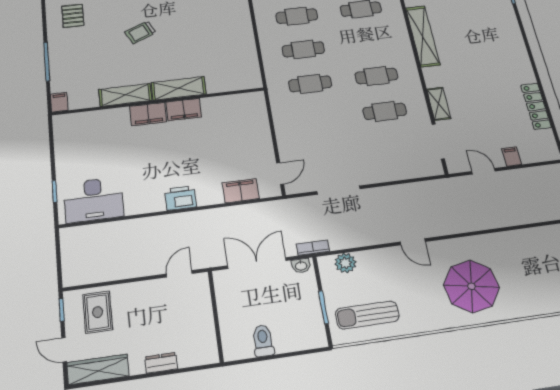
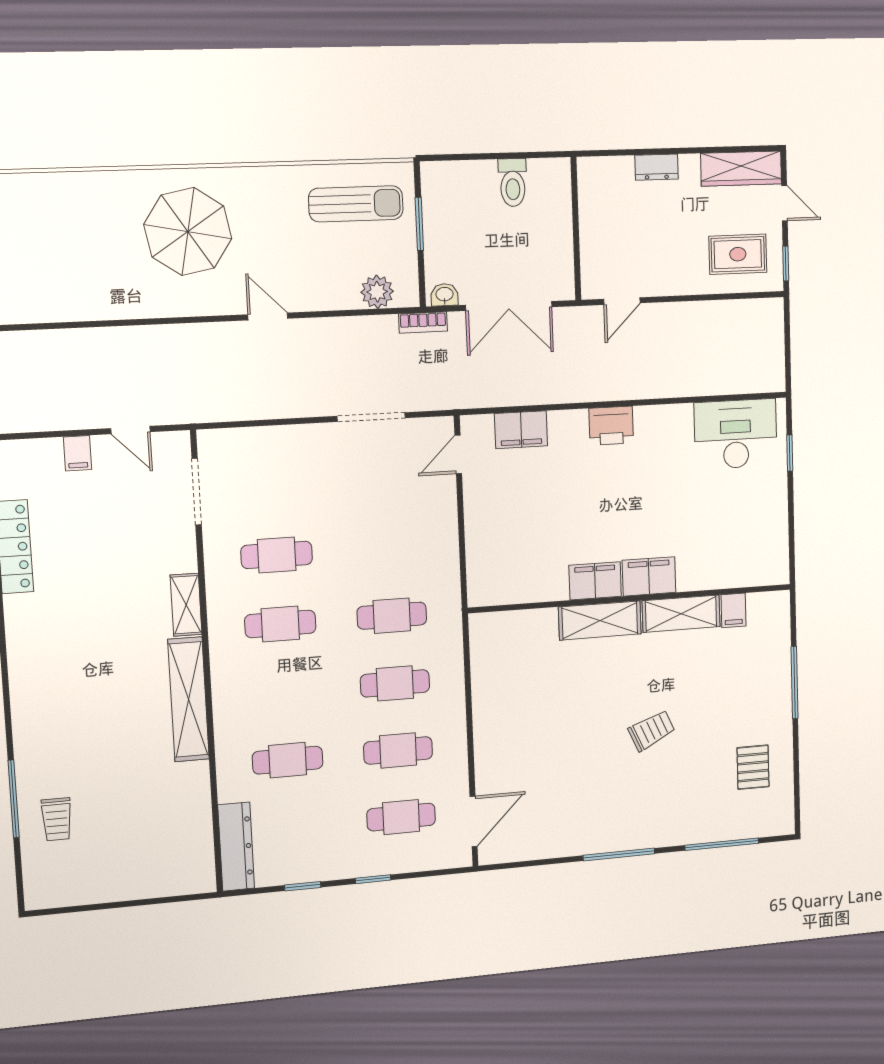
filing cabinet: (59, 102) -> (733, 610), moved
shelving: (439, 104) -> (186, 605), moved
rug: (98, 312) -> (738, 254), turned 90

